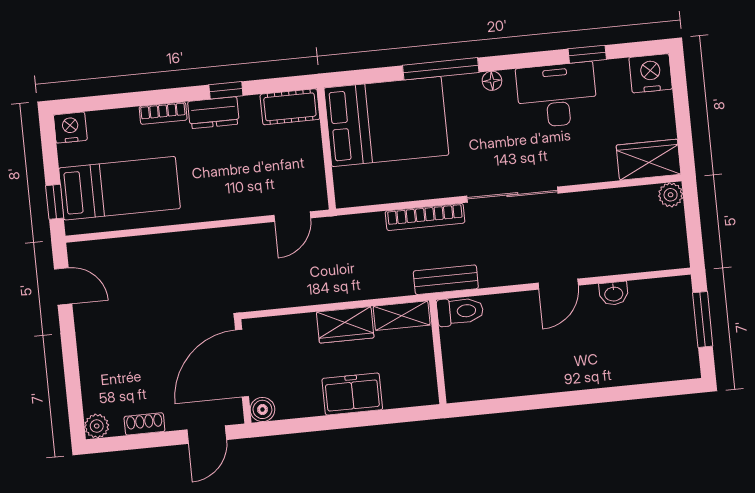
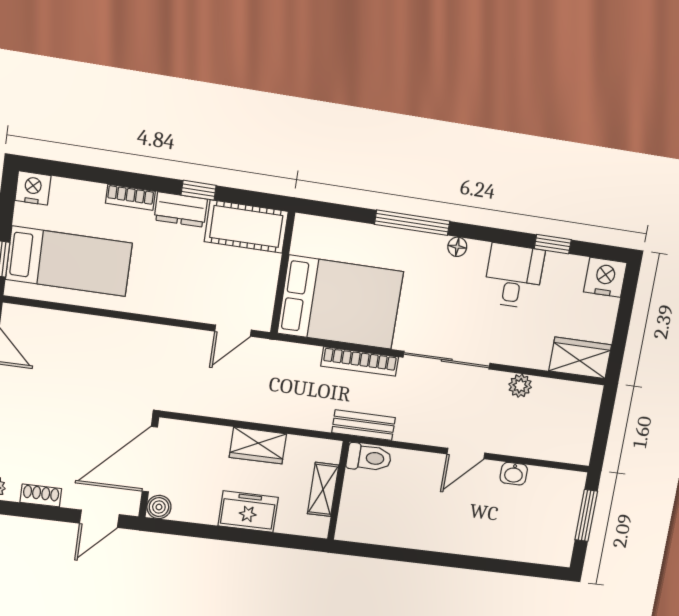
desk: (557, 95) -> (514, 276), width x0.73
cot: (290, 107) -> (246, 227), width x1.37, depth x1.34
bed: (386, 121) -> (340, 302), moved
plant: (671, 195) -> (520, 386), moved
shelving: (402, 316) -> (323, 489), moved, turned 90

